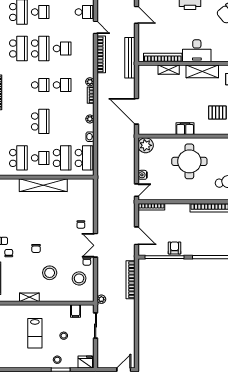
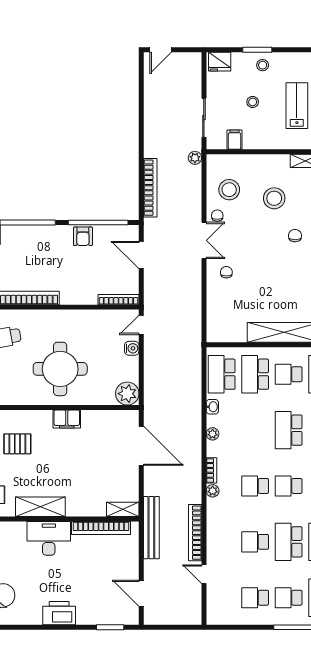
school desk: (84, 12) -> (255, 598), moved
shelving: (169, 70) -> (123, 509), moved

